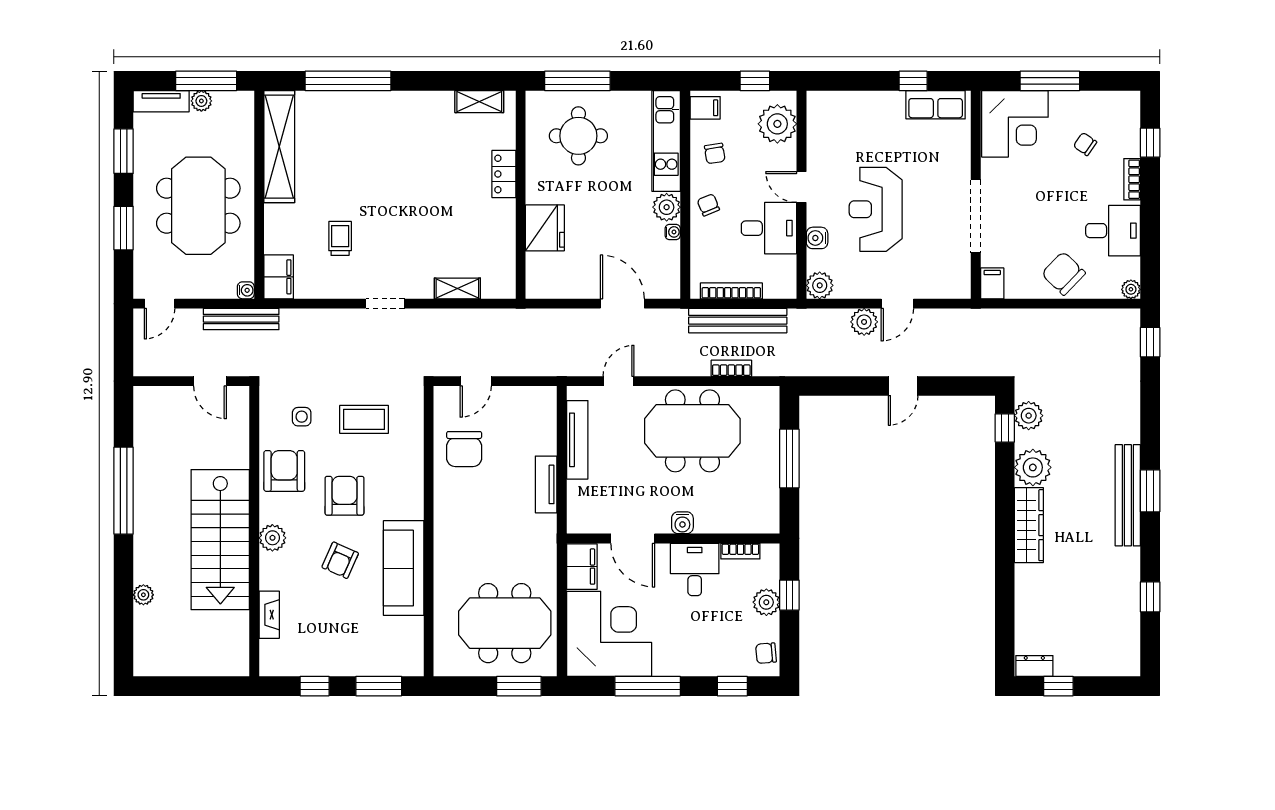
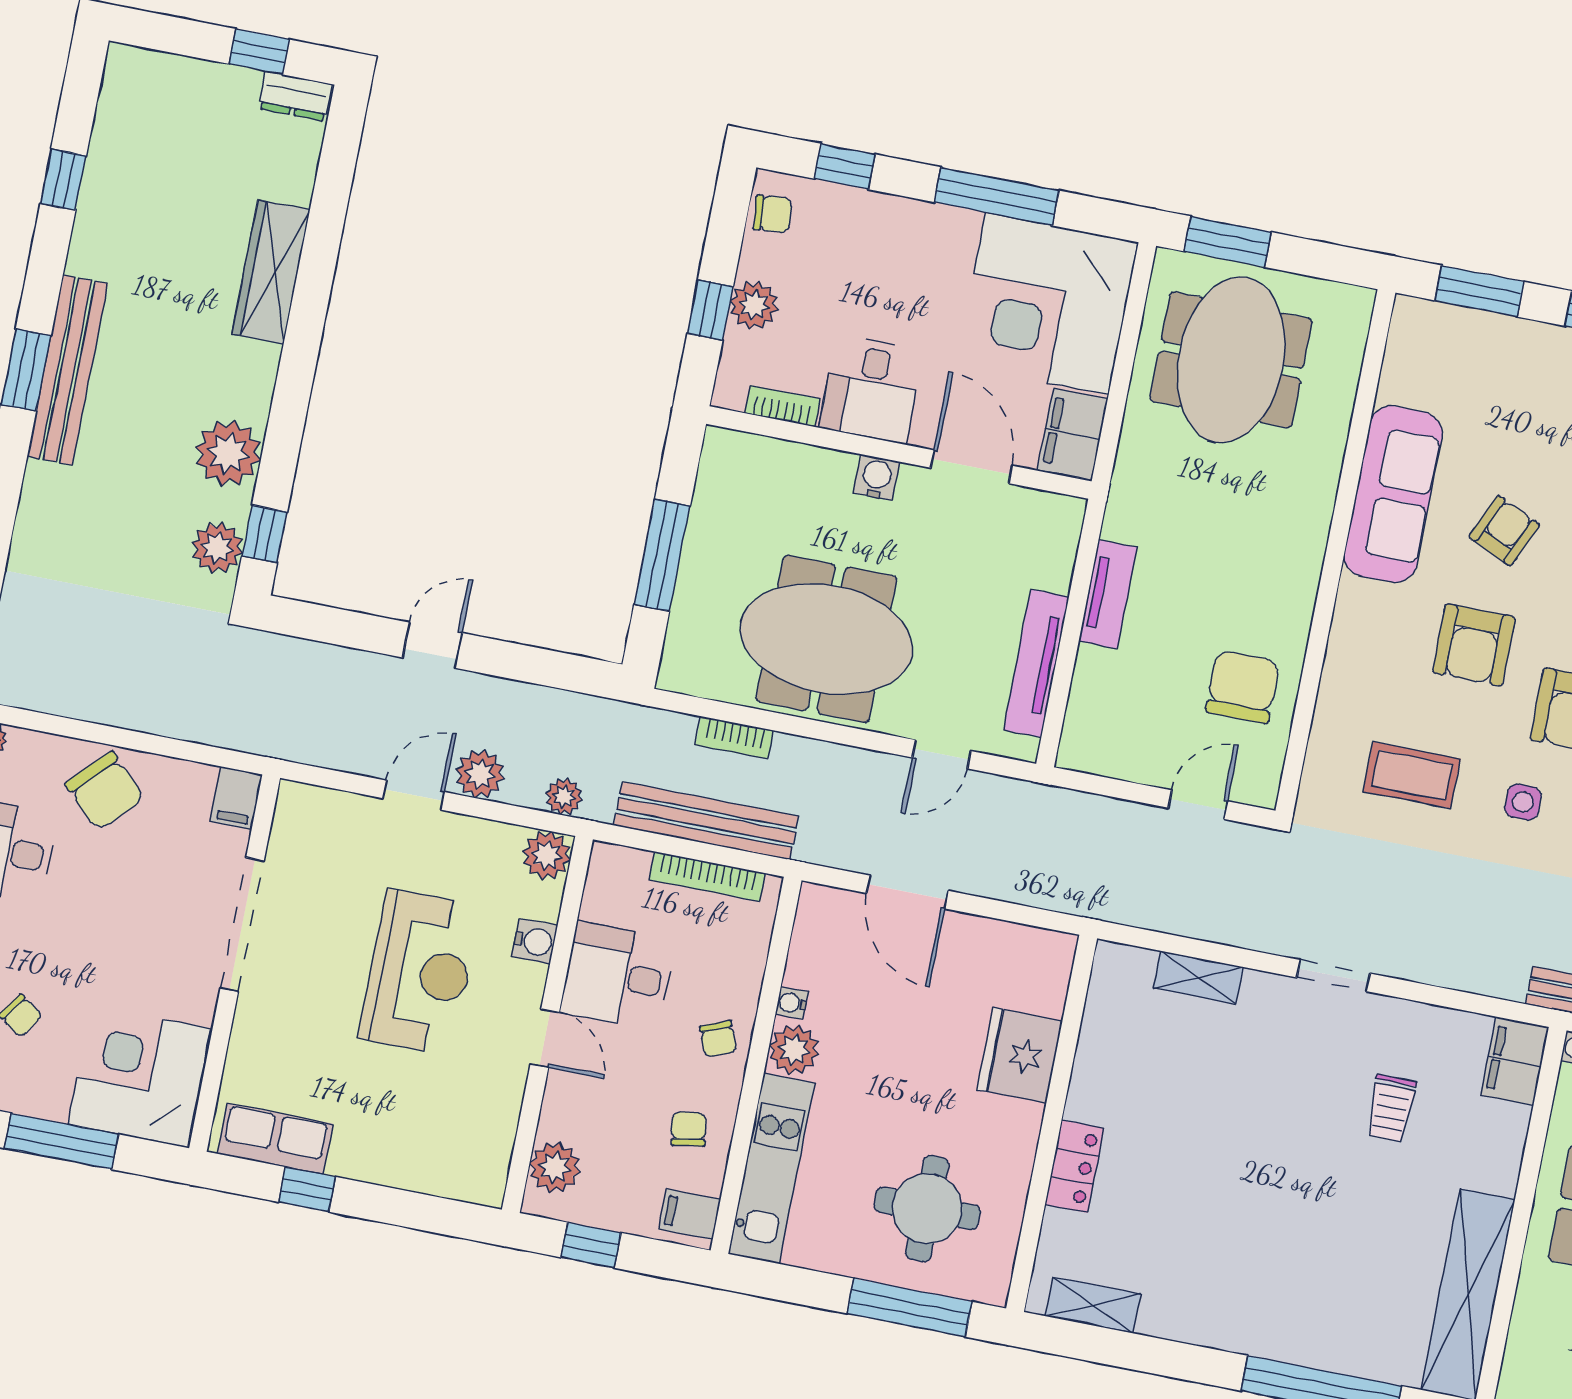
plant: (777, 124) -> (555, 1167), width x0.73, depth x0.73
plant: (817, 319) -> (564, 797), added
wardrobe: (1029, 525) -> (271, 272), moved
meeting table: (505, 623) -> (1231, 360), turned 90

